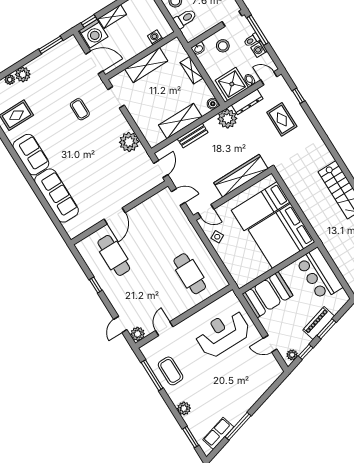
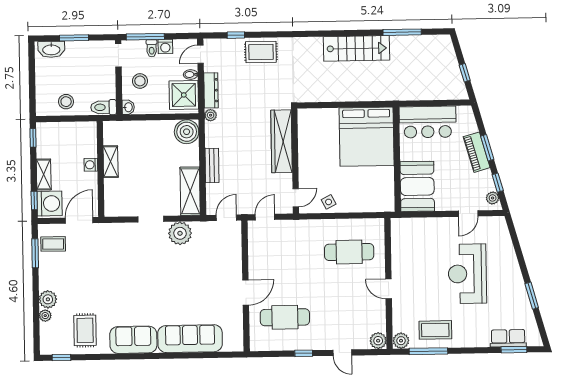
toilet: (185, 19) -> (104, 107), moved, turned -90
washing machine: (155, 37) -> (91, 165), moved
shelving: (146, 65) -> (111, 162), width x0.67, depth x0.75
shelving: (192, 70) -> (146, 127), removed
doorway: (116, 97) -> (151, 219), moved
boiler: (213, 104) -> (187, 132), width x1.86, depth x1.86
coffee table: (80, 109) -> (53, 244), moved
plant: (227, 119) -> (211, 115), width x0.53, depth x0.53
rug: (282, 119) -> (261, 52), moved
shelving: (180, 121) -> (190, 191), moved
door: (161, 169) -> (226, 218), hinge flipped
bed: (261, 206) -> (324, 140), removed
door: (115, 216) -> (246, 292), hinge flipped
door: (120, 324) -> (342, 353), moved
door: (164, 329) -> (389, 289), moved
reception desk: (223, 333) -> (467, 274), moved
plant: (184, 408) -> (401, 341), moved
window: (238, 426) -> (532, 296), width x0.69
row of seats: (218, 433) -> (508, 338), moved, turned 106

